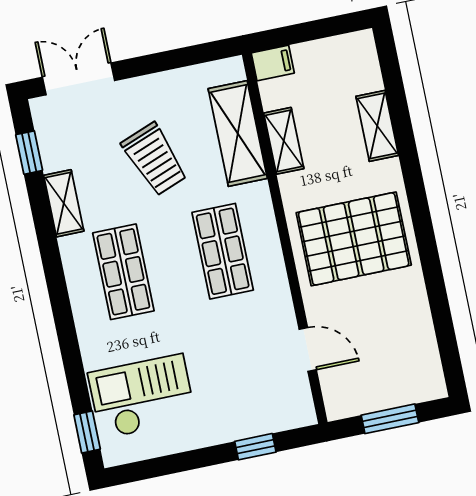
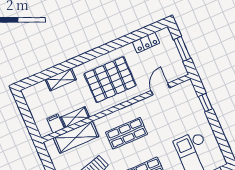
filing cabinet: (273, 63) -> (55, 123), moved
pallet: (354, 239) -> (110, 80), turned 90
locker: (422, 339) -> (146, 42), added

